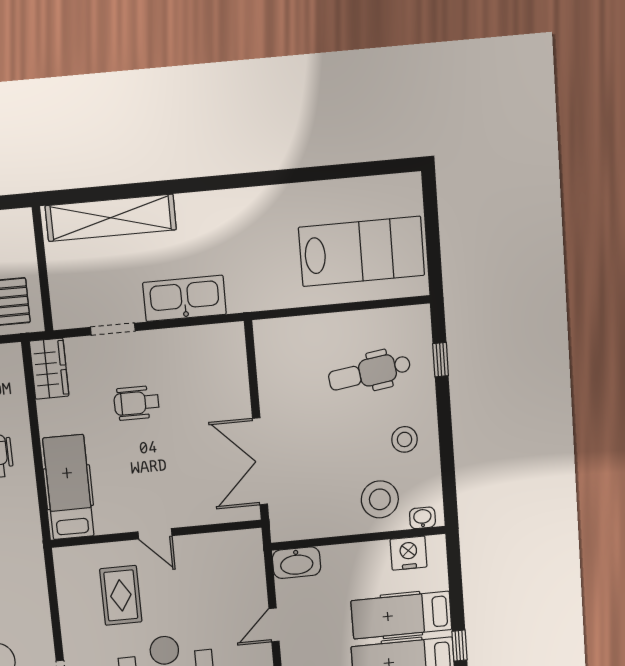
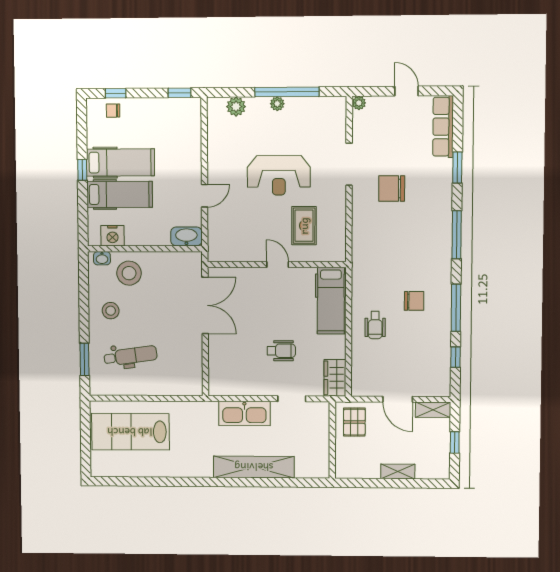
shelving: (111, 218) -> (254, 467), moved
window: (441, 360) -> (85, 359), width x1.50

